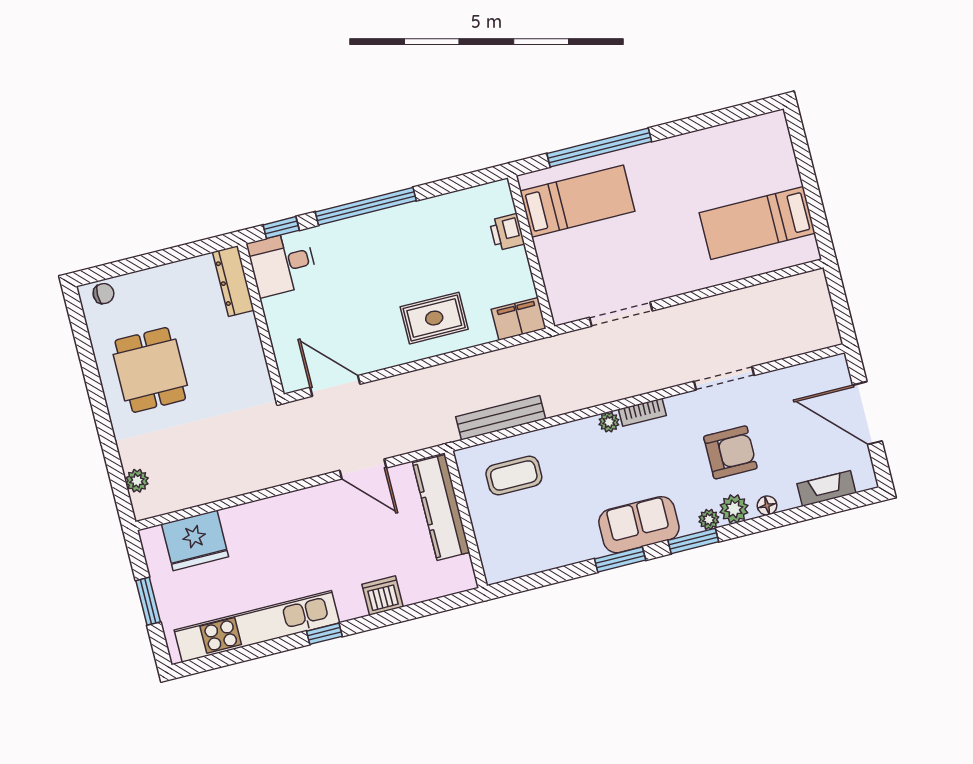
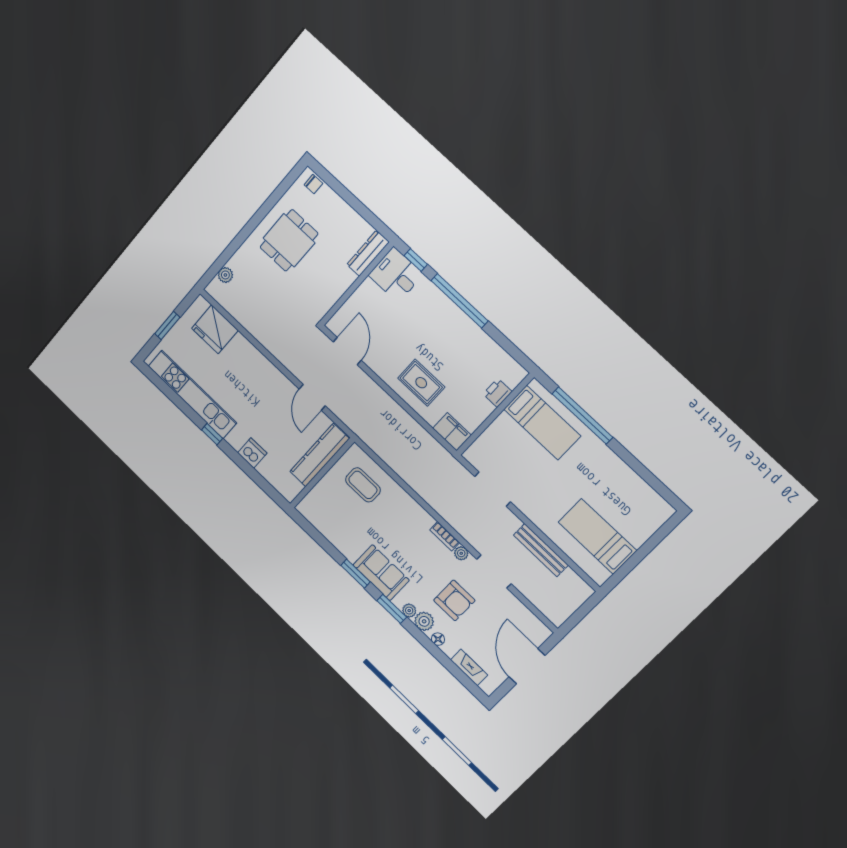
bench: (501, 418) -> (541, 550), moved
plant: (609, 422) -> (461, 553), moved

